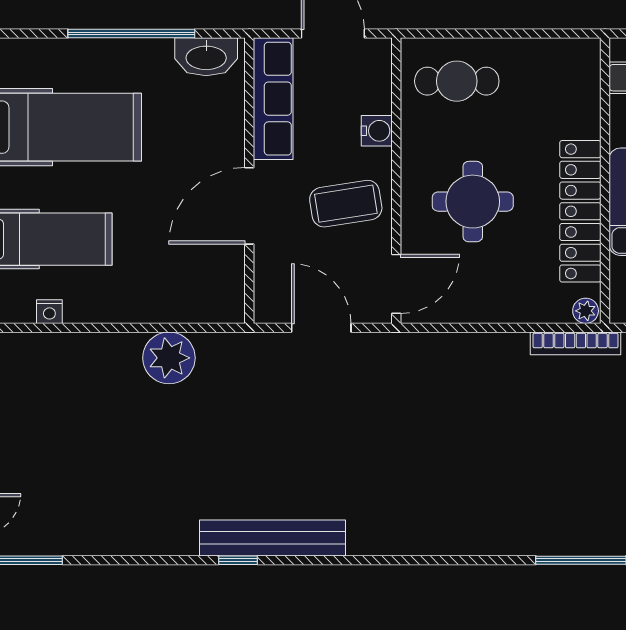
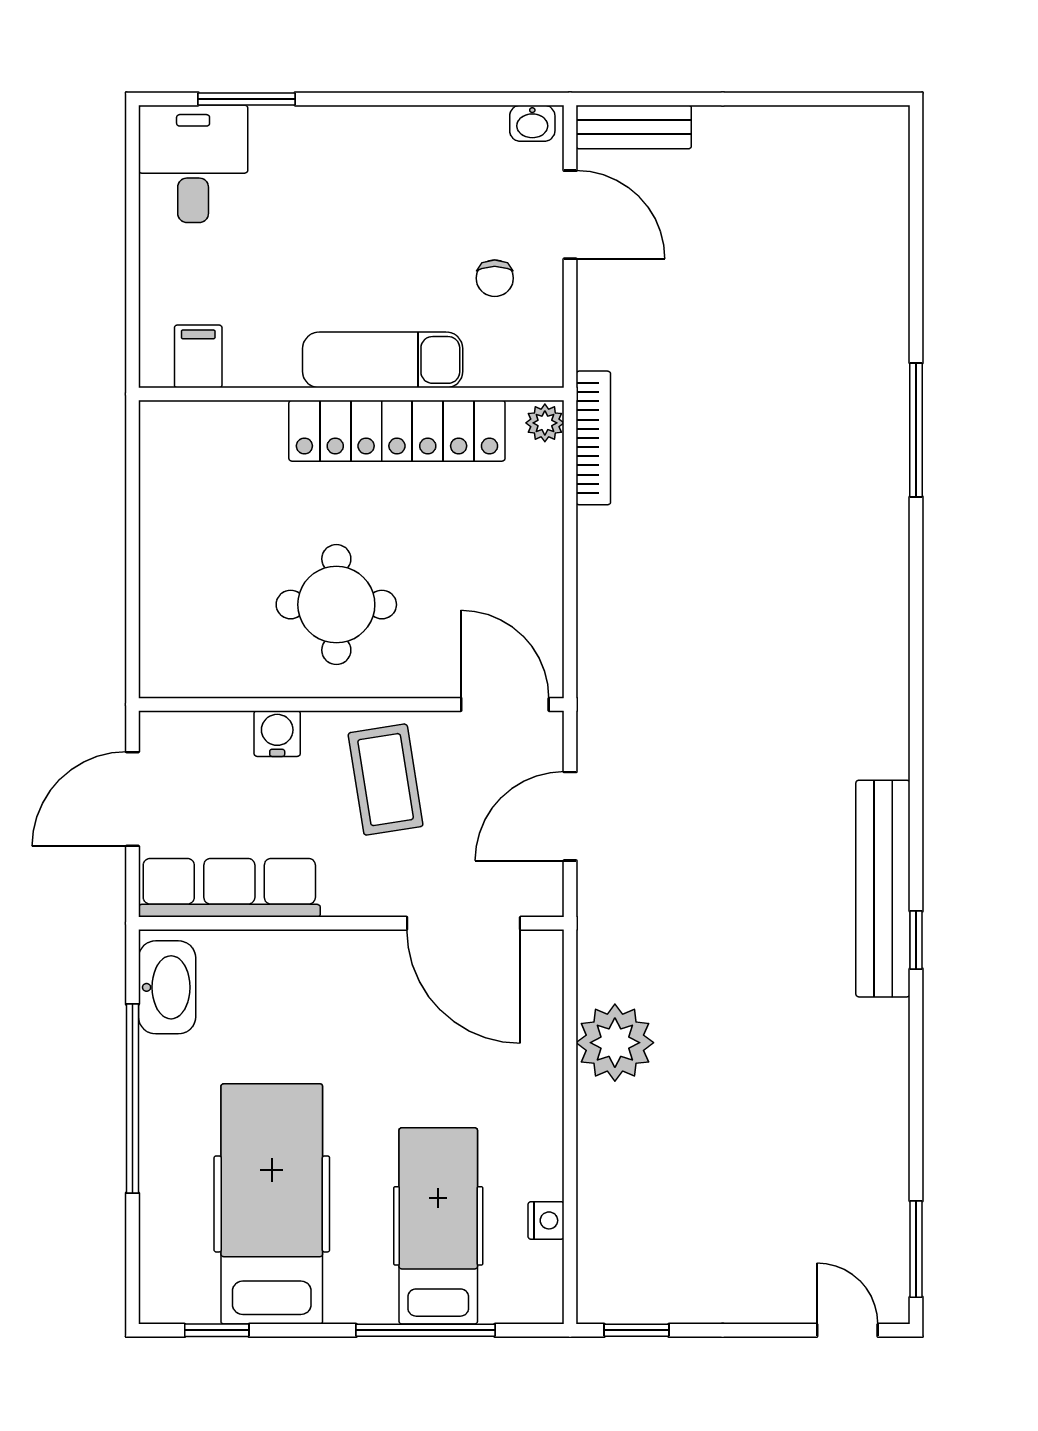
cafe table: (457, 81) -> (203, 614), removed
round table: (473, 202) -> (336, 605), moved
door: (249, 206) -> (464, 923), moved

